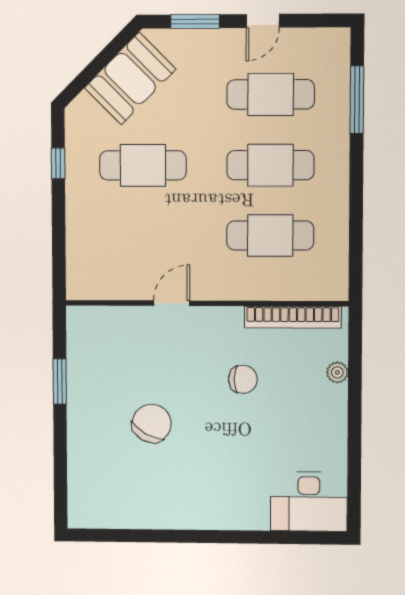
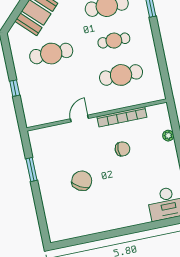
window: (58, 163) -> (15, 88), moved
cafe table: (270, 165) -> (114, 41), width x0.73, depth x0.74
bookcase: (293, 317) -> (122, 117), moved

